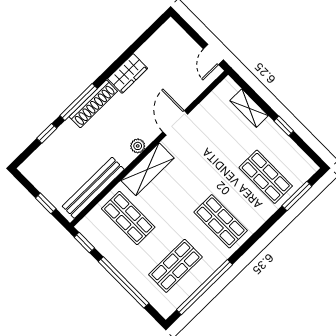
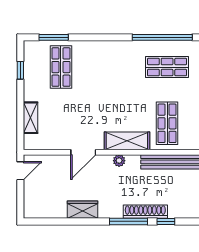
shoe rack: (93, 104) -> (145, 212), moved
window: (284, 126) -> (20, 70), moved
shop shelf: (221, 221) -> (114, 67), removed

